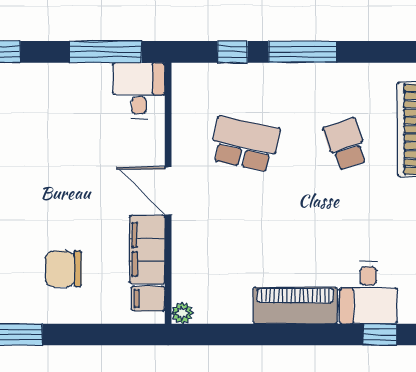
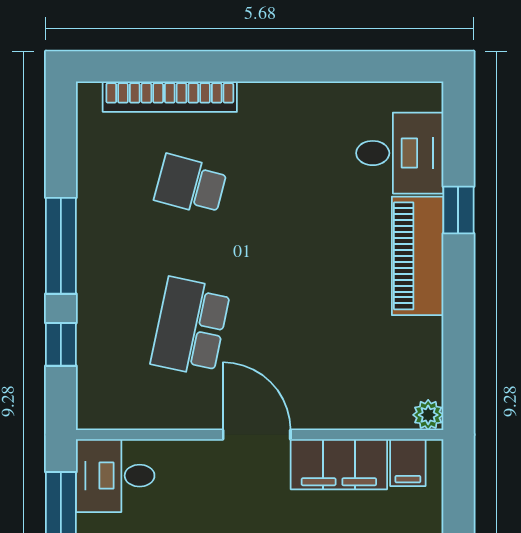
school desk: (346, 144) -> (191, 185), turned 33
door: (168, 191) -> (257, 435), swing flipped
window: (380, 335) -> (458, 210), moved

